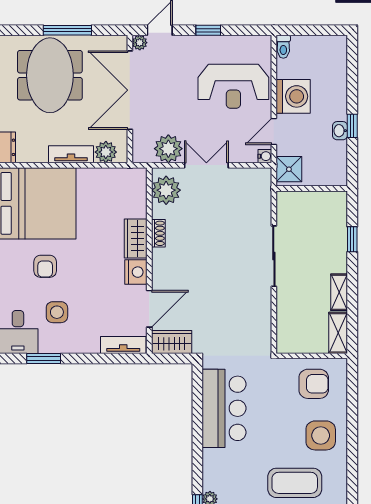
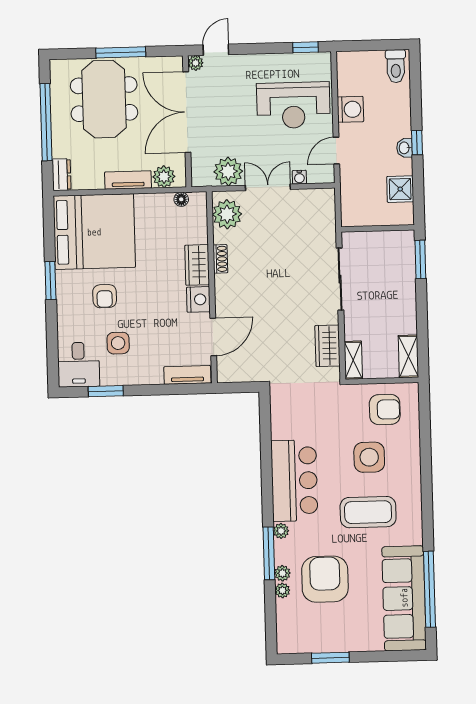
window: (208, 30) -> (305, 47), moved
toilet: (283, 47) -> (396, 66), moved, width x1.37, depth x1.39
washing machine: (293, 96) -> (350, 109), width x0.73, depth x0.73
water cooler: (265, 156) -> (299, 177), moved, turned 90
shower: (289, 169) -> (400, 189), moved
floor lamp: (122, 174) -> (181, 199), added
wall: (312, 189) -> (378, 228), moved
window: (352, 239) -> (420, 259), width x1.50
shelving: (339, 292) -> (353, 360), moved
wardrobe: (172, 342) -> (327, 346), moved, turned -90
bar counter: (224, 408) -> (294, 481), moved
side table: (321, 435) -> (369, 457), moved

